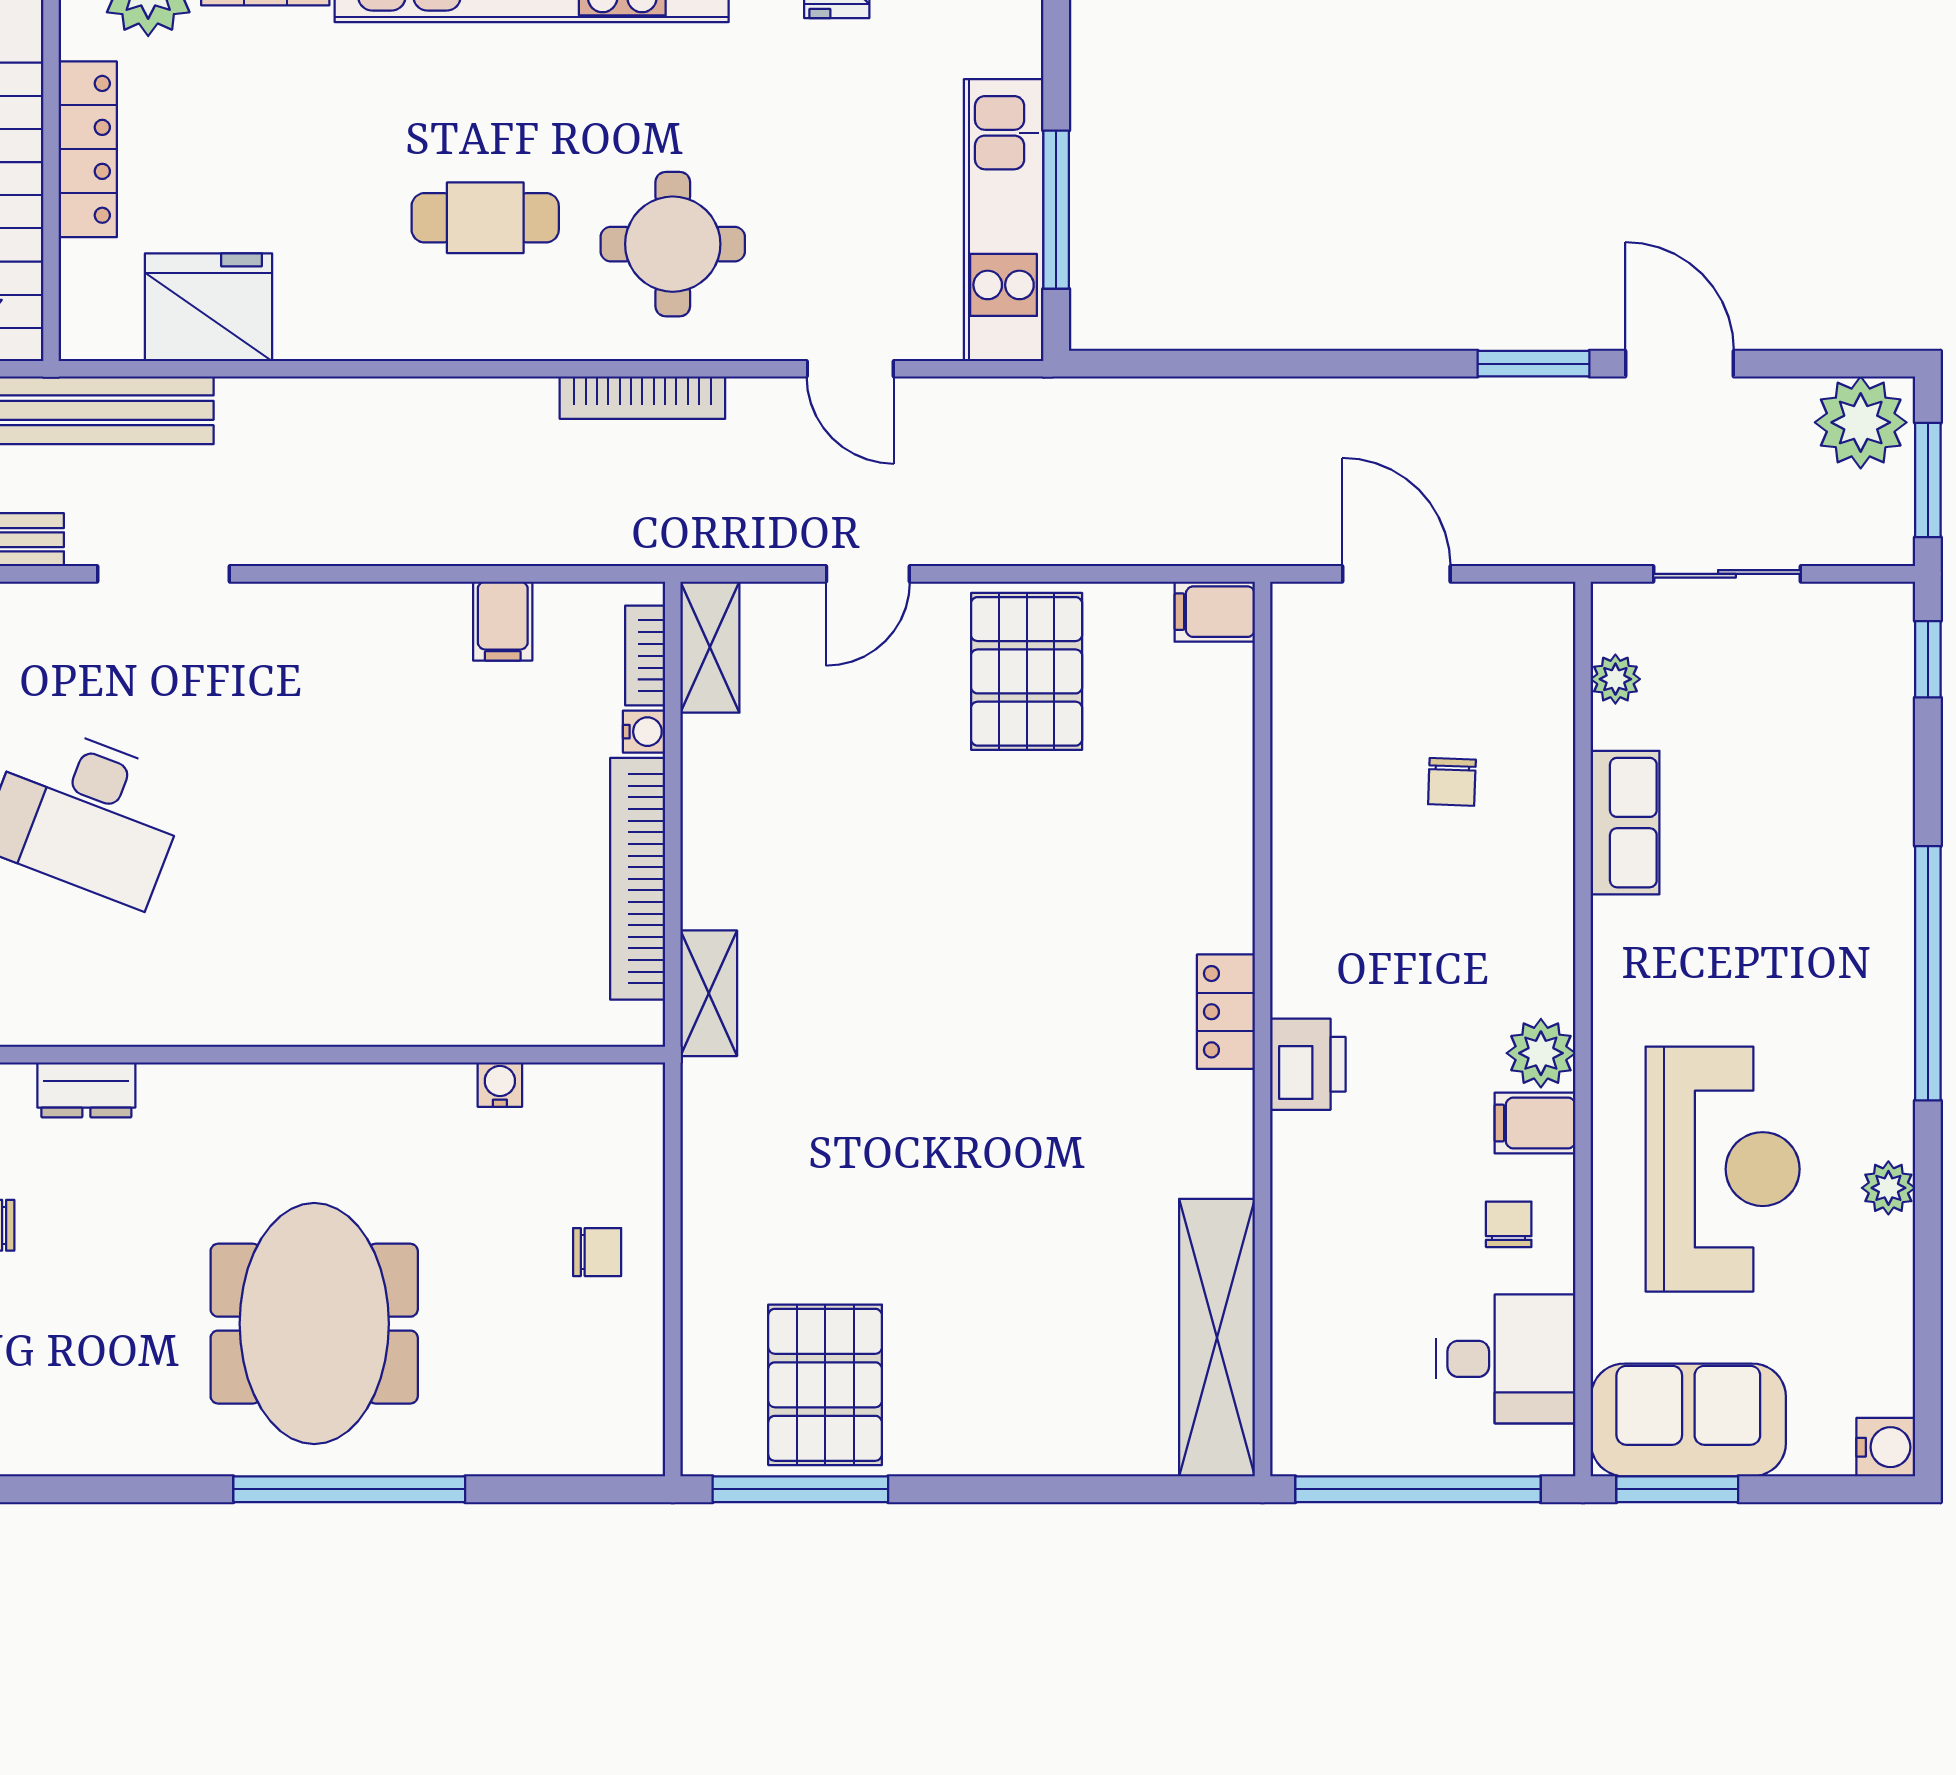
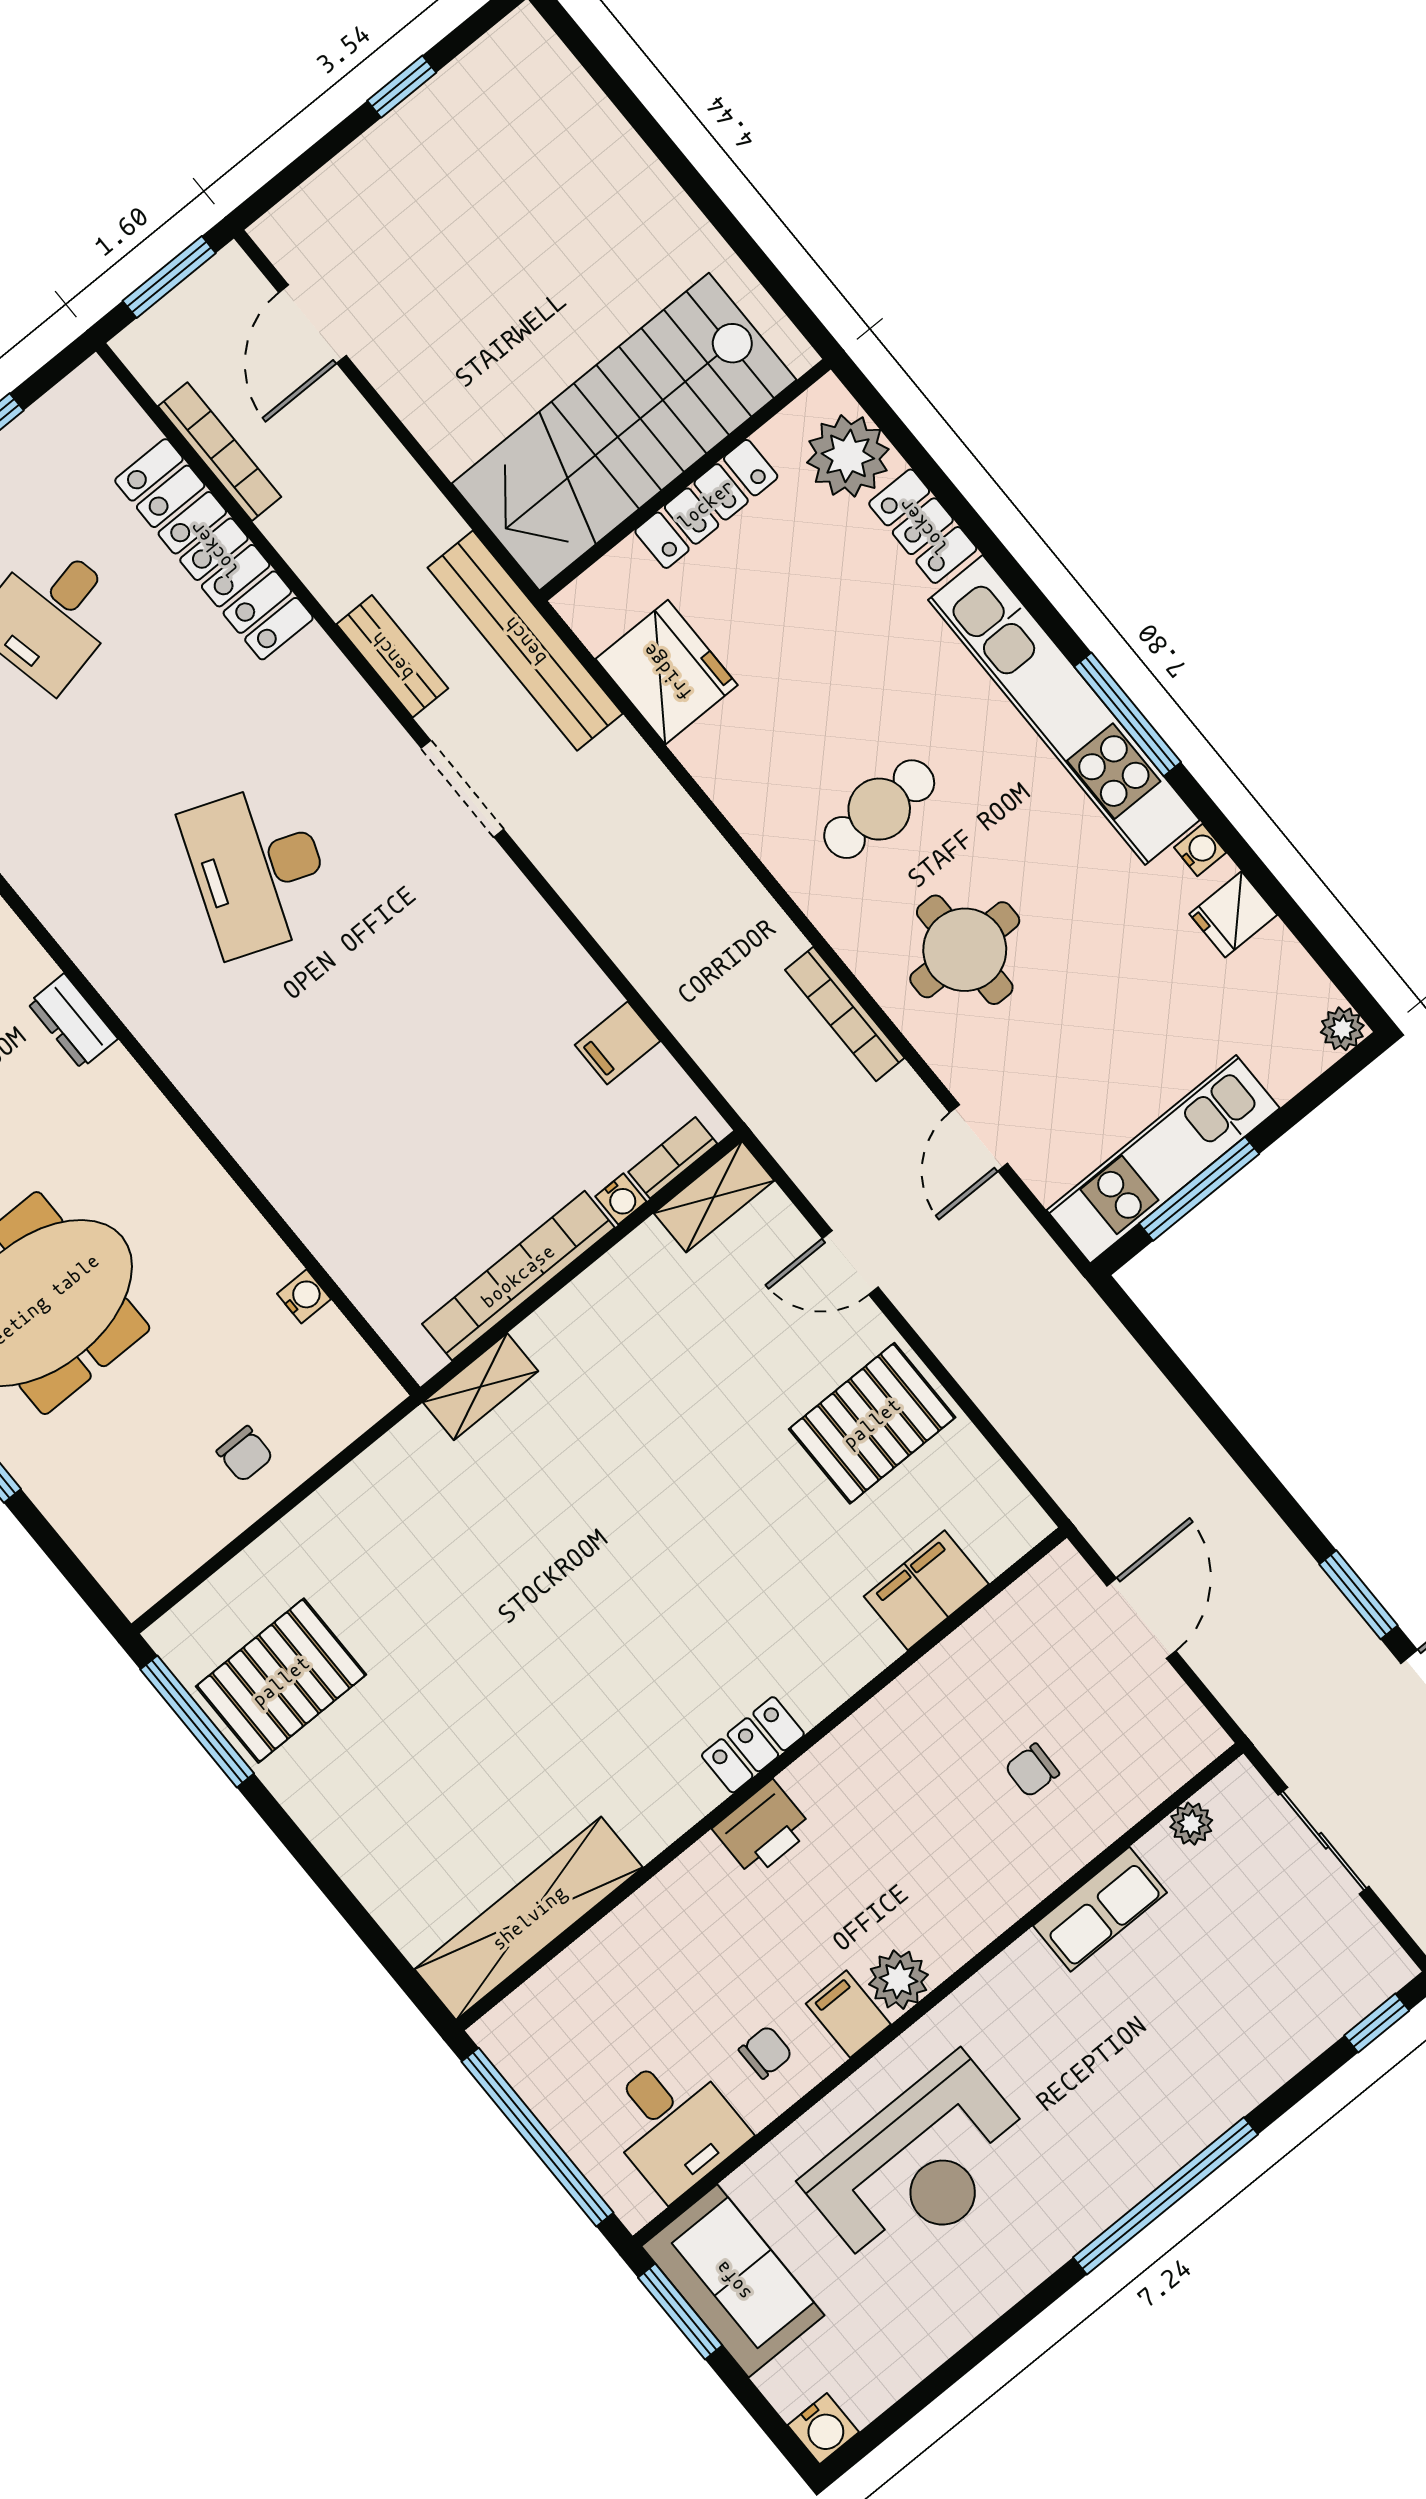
cafe table: (485, 218) -> (879, 809), turned 90
filing cabinet: (1215, 612) -> (926, 1590), moved, width x2.00
plant: (1888, 1188) -> (999, 2288), removed

